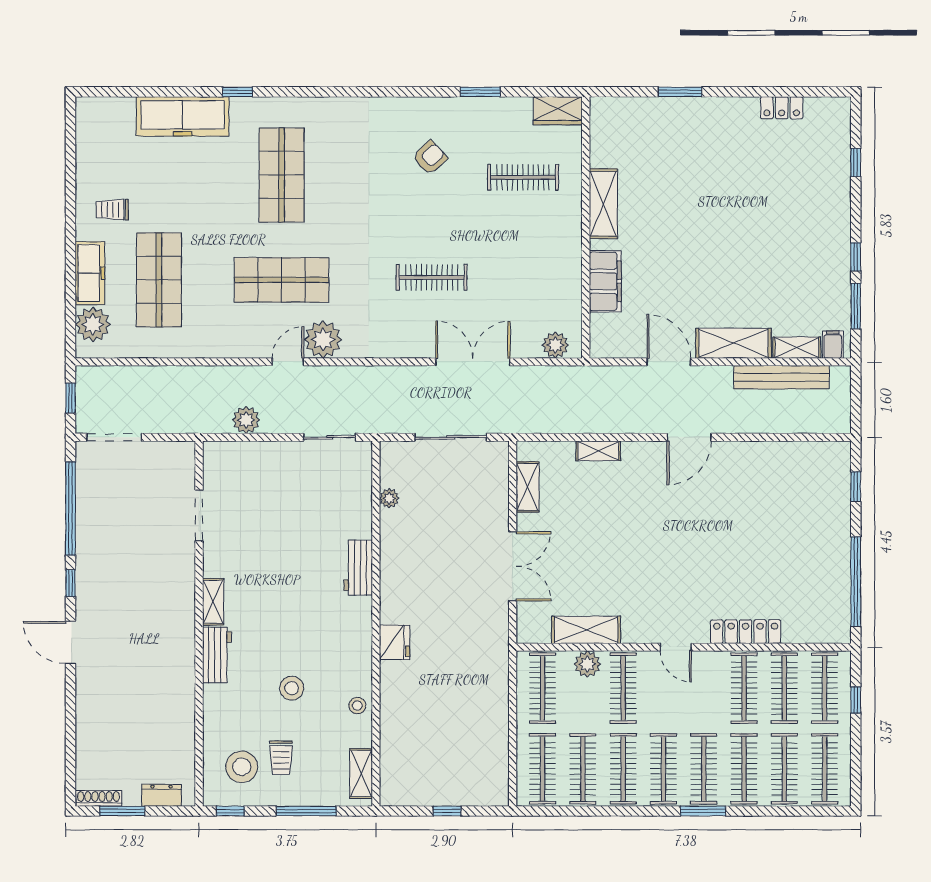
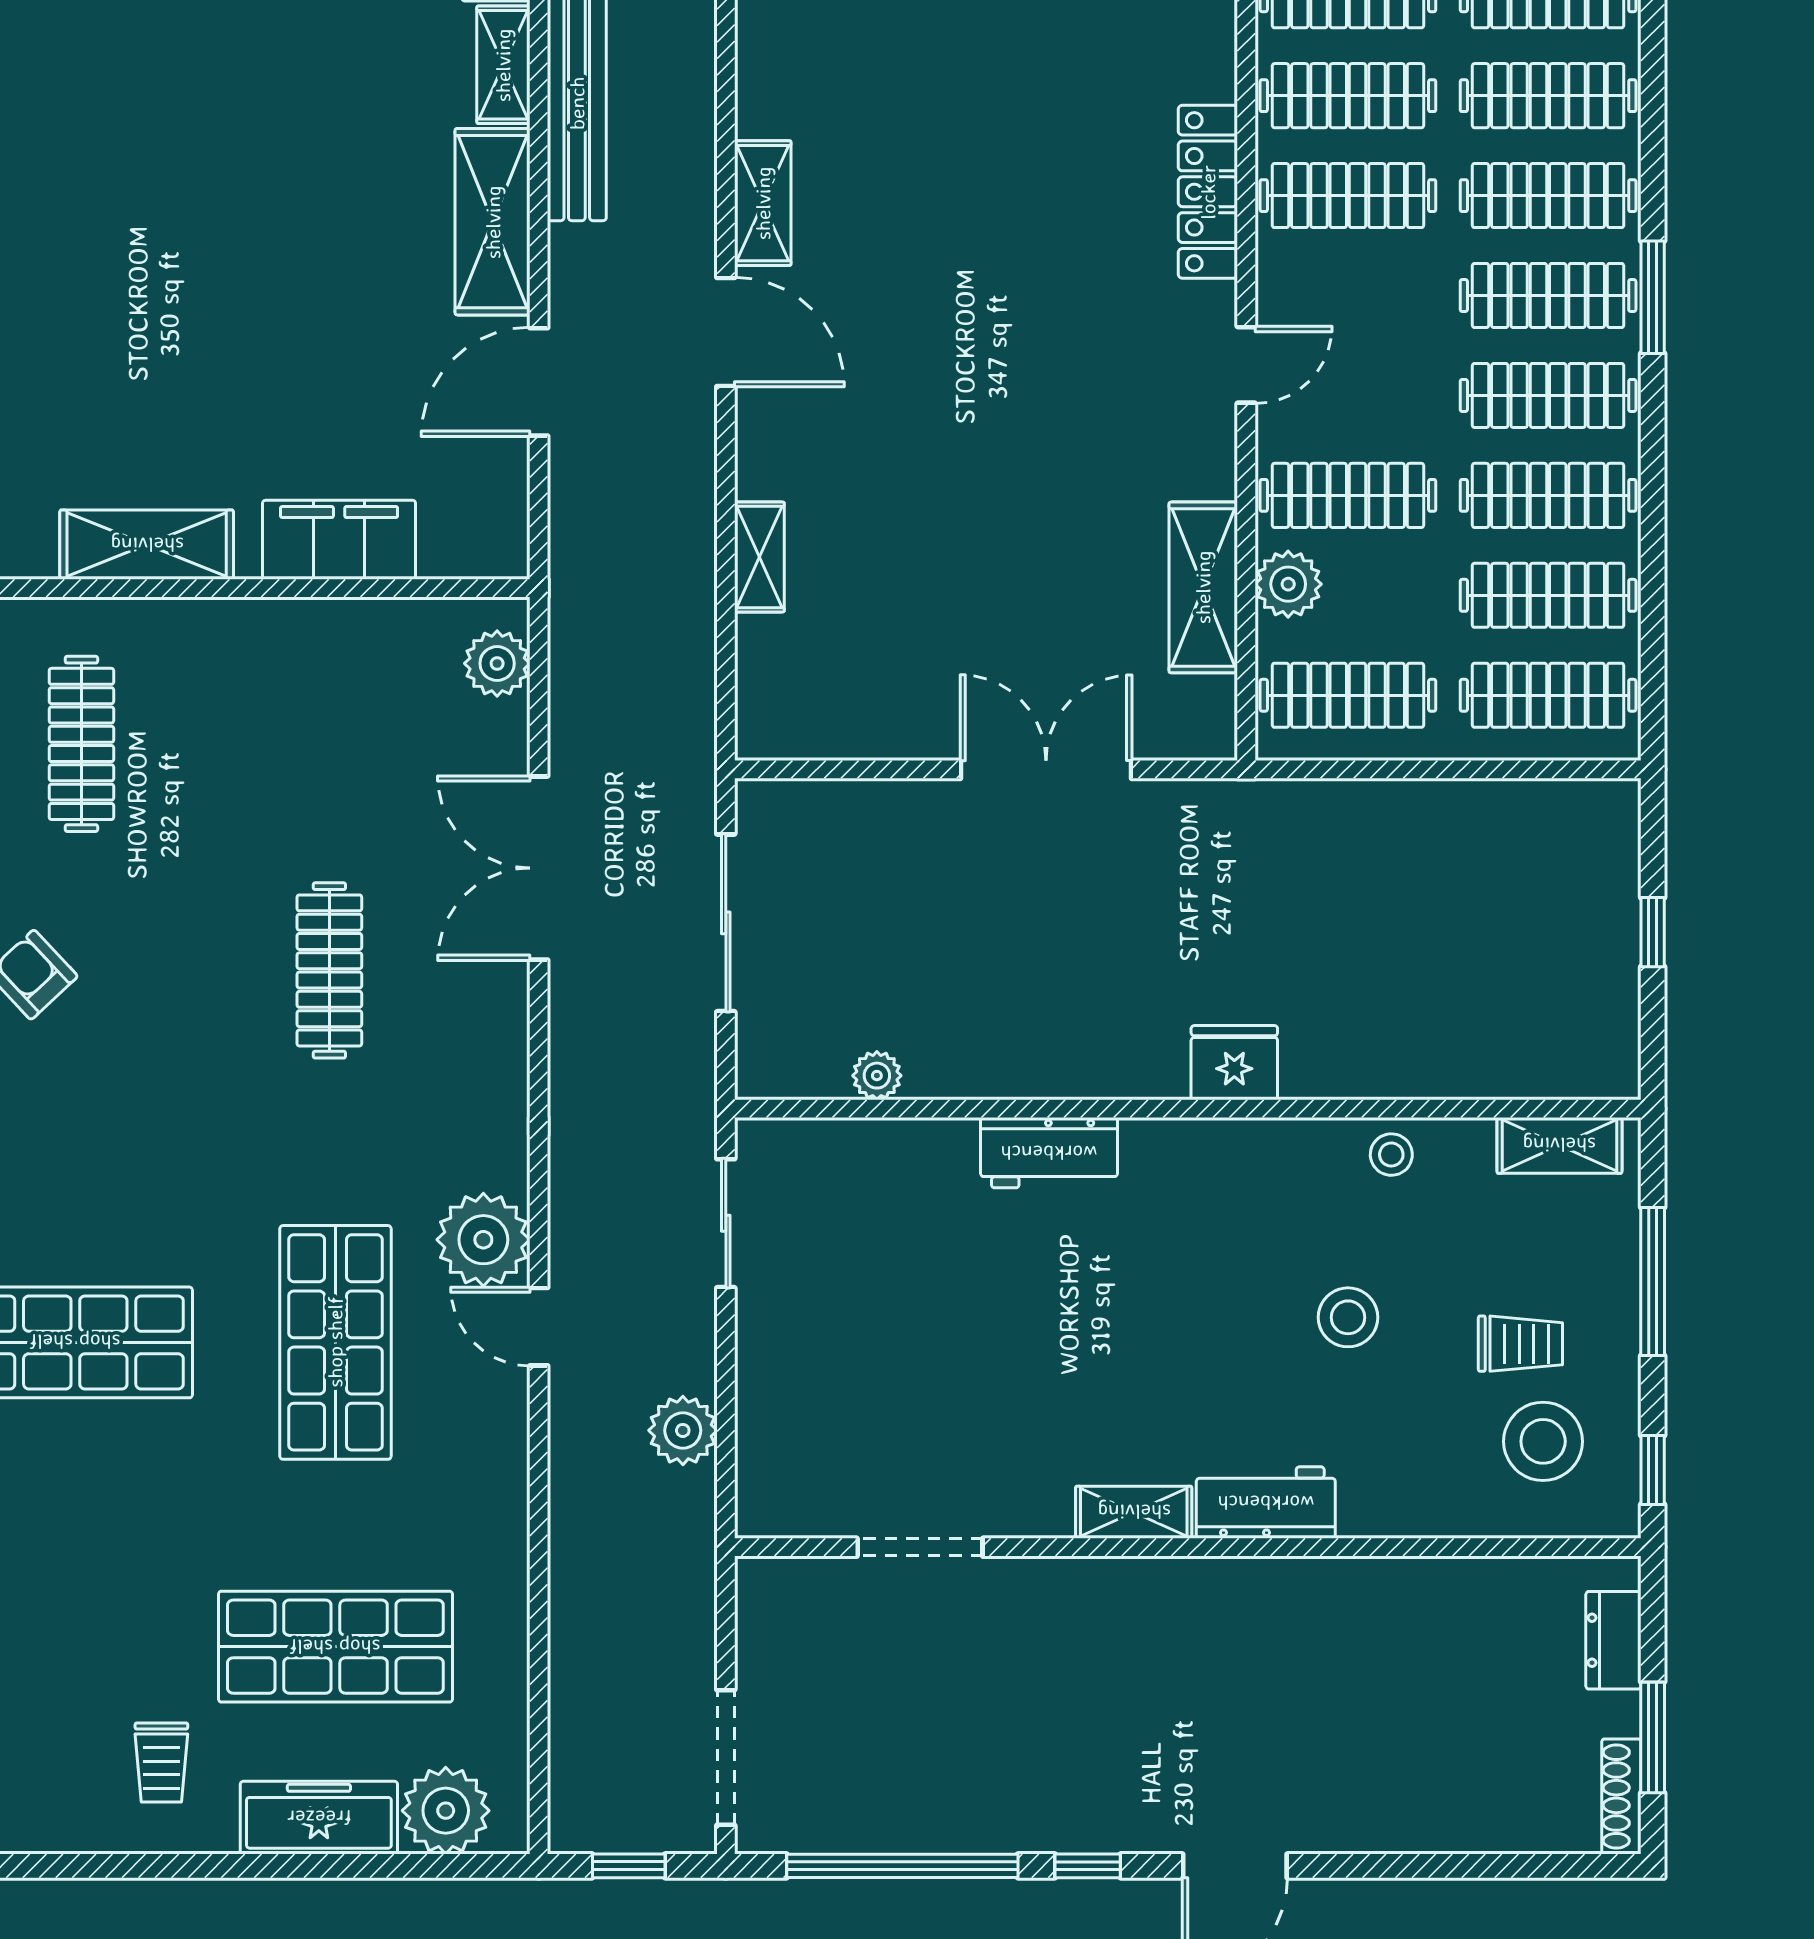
shelving: (528, 487) -> (763, 203), moved, turned 90

